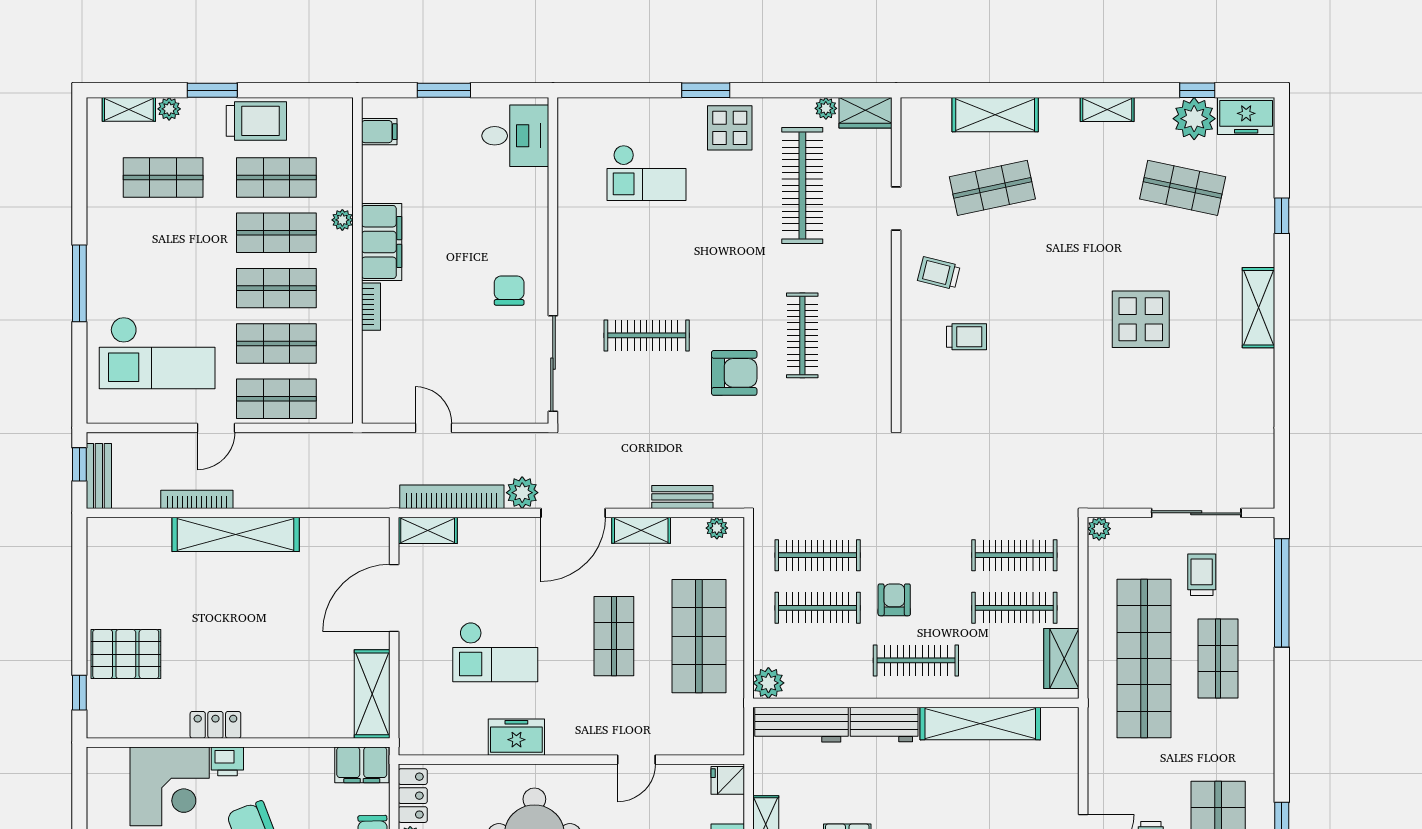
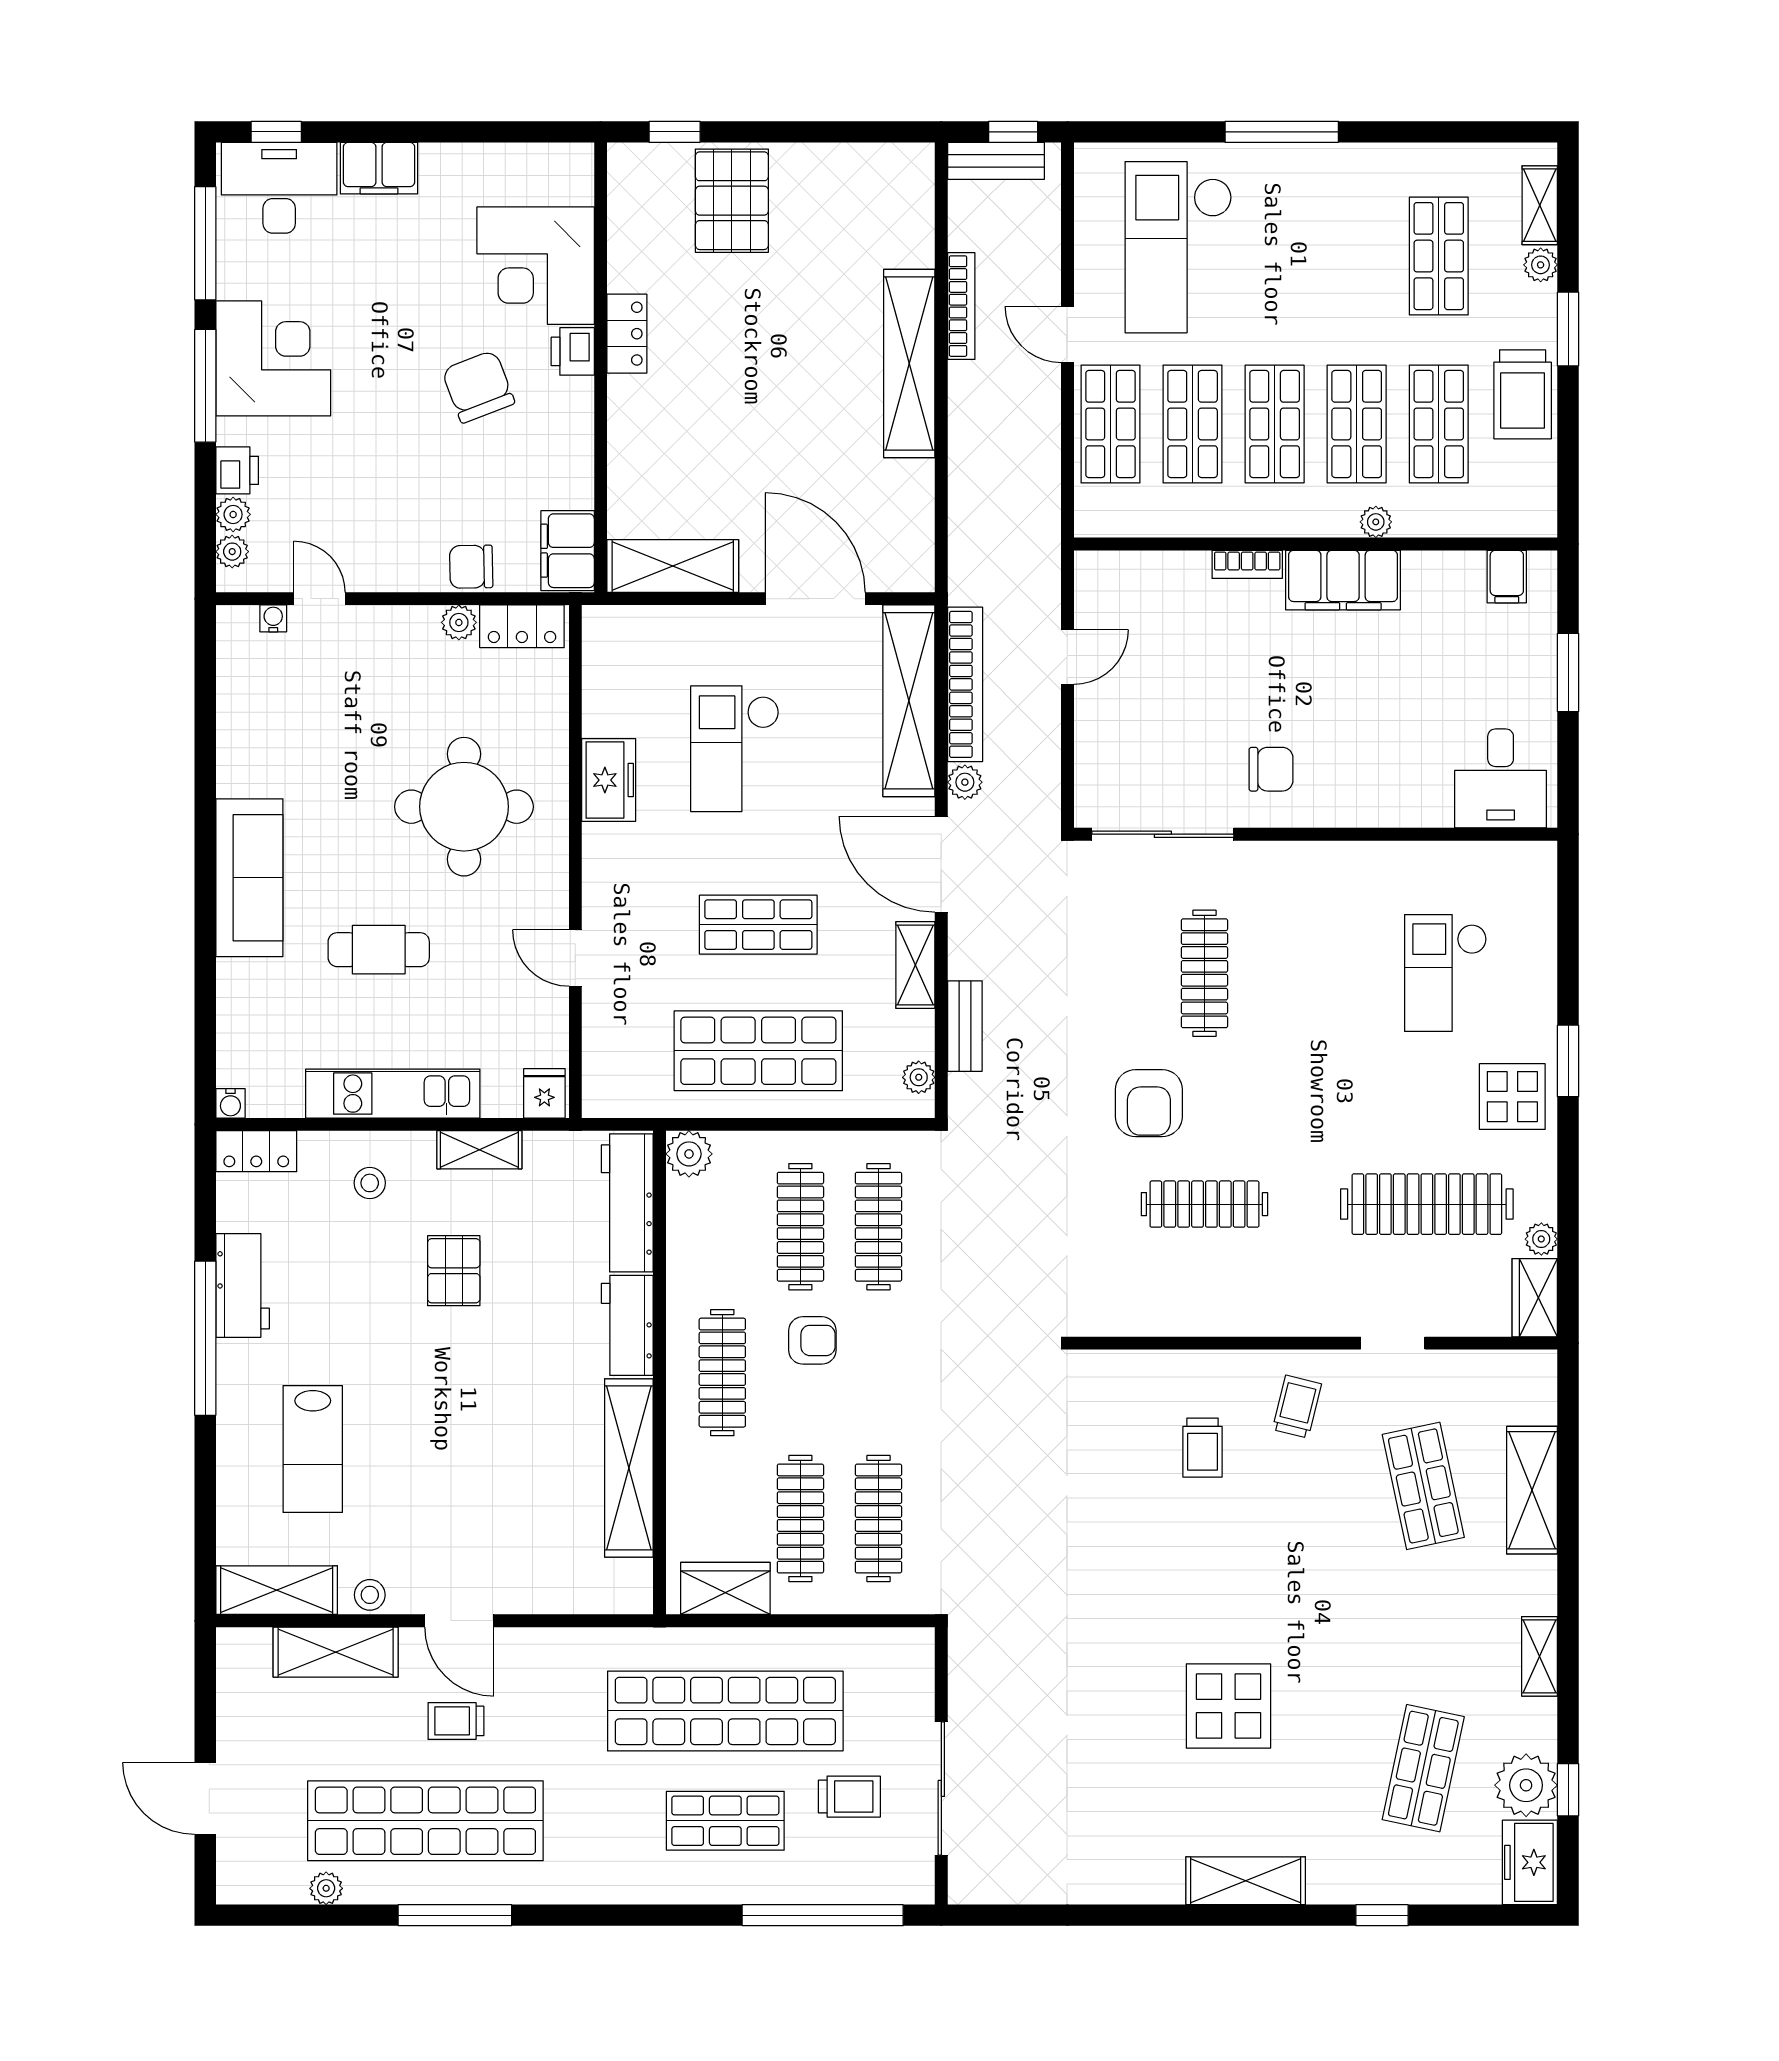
plant: (522, 493) -> (965, 782), width x0.73, depth x0.73
plant: (1099, 529) -> (918, 1644), removed
shelving: (428, 530) -> (909, 701), width x2.20, depth x1.33

